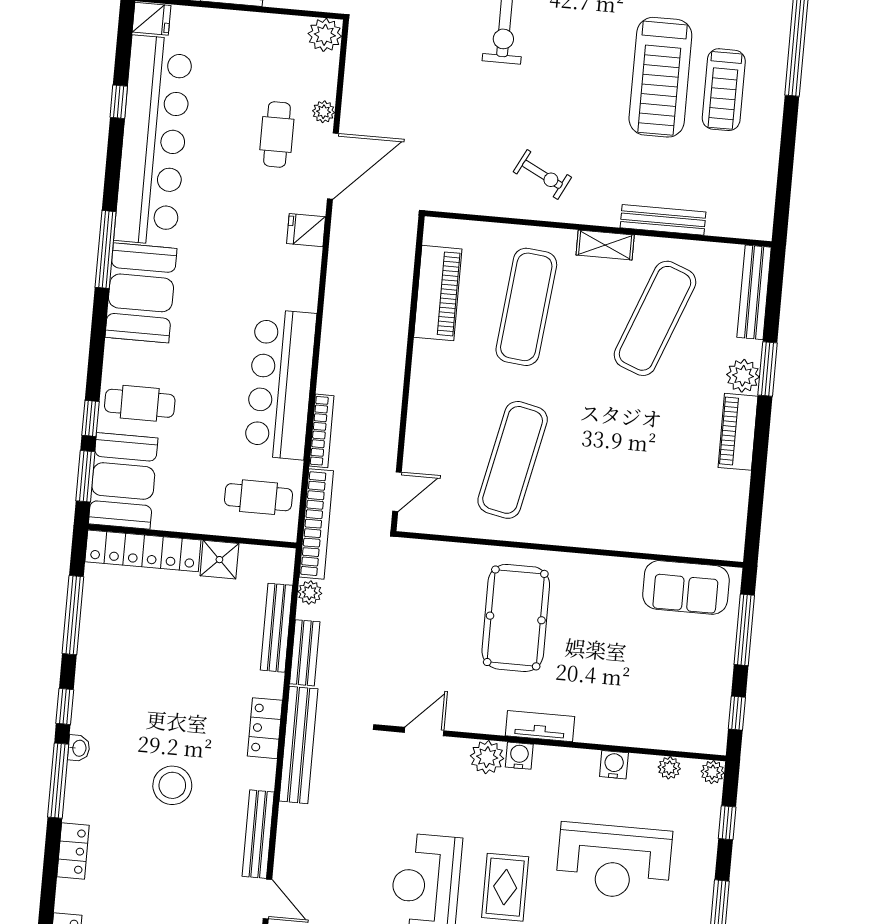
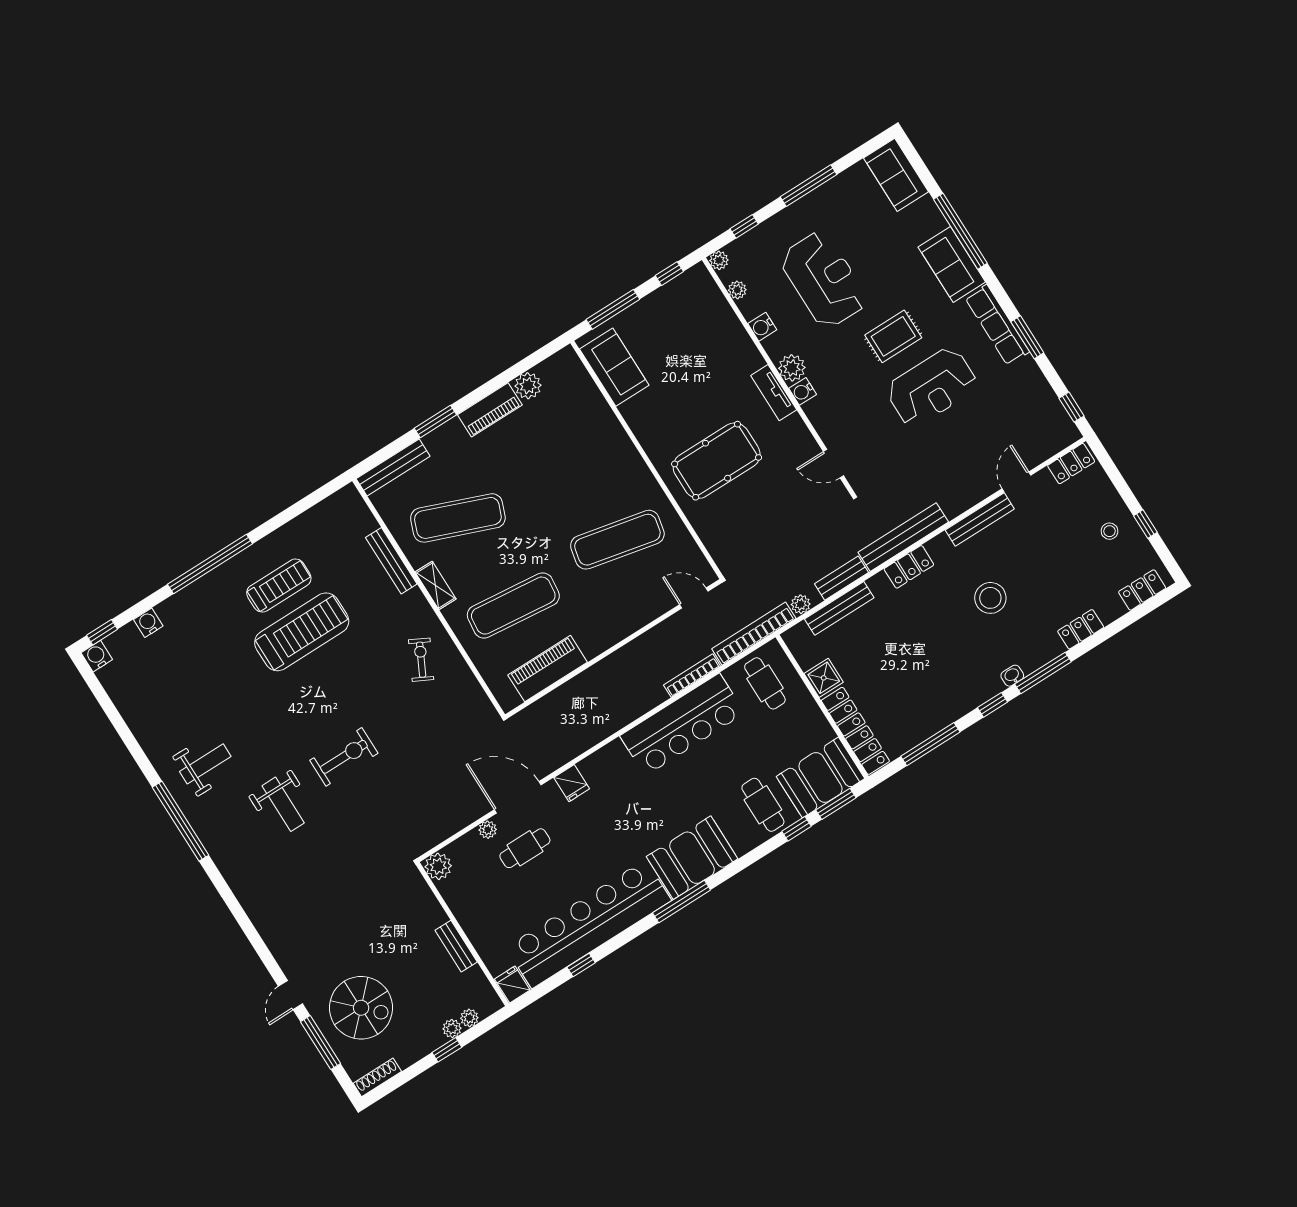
plant: (743, 376) -> (528, 386), moved
plant: (487, 757) -> (792, 368), moved

